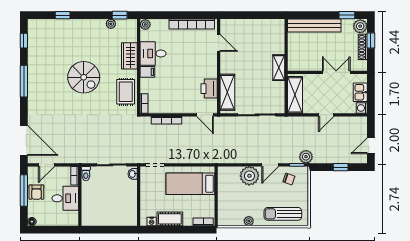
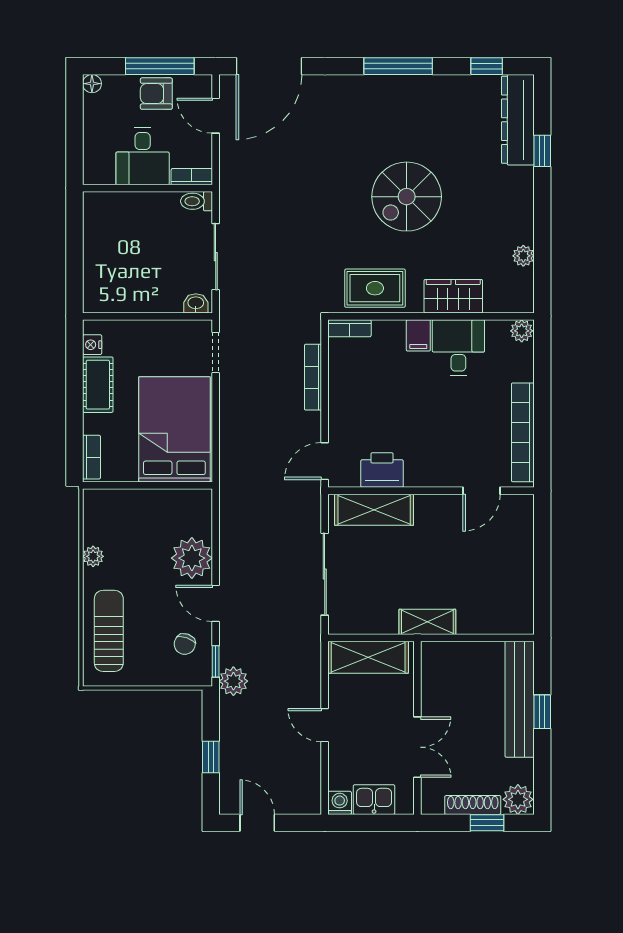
window: (120, 15) -> (542, 275), removed
window: (347, 15) -> (542, 712), moved
dresser: (48, 26) -> (518, 120), added
bed: (190, 184) -> (174, 429), width x1.50

